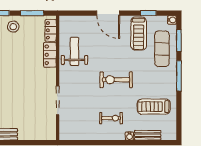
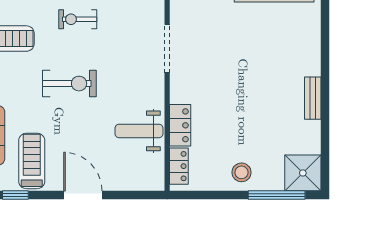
window: (32, 13) -> (210, 195), removed
weight bench: (74, 51) -> (139, 131), turned 90

